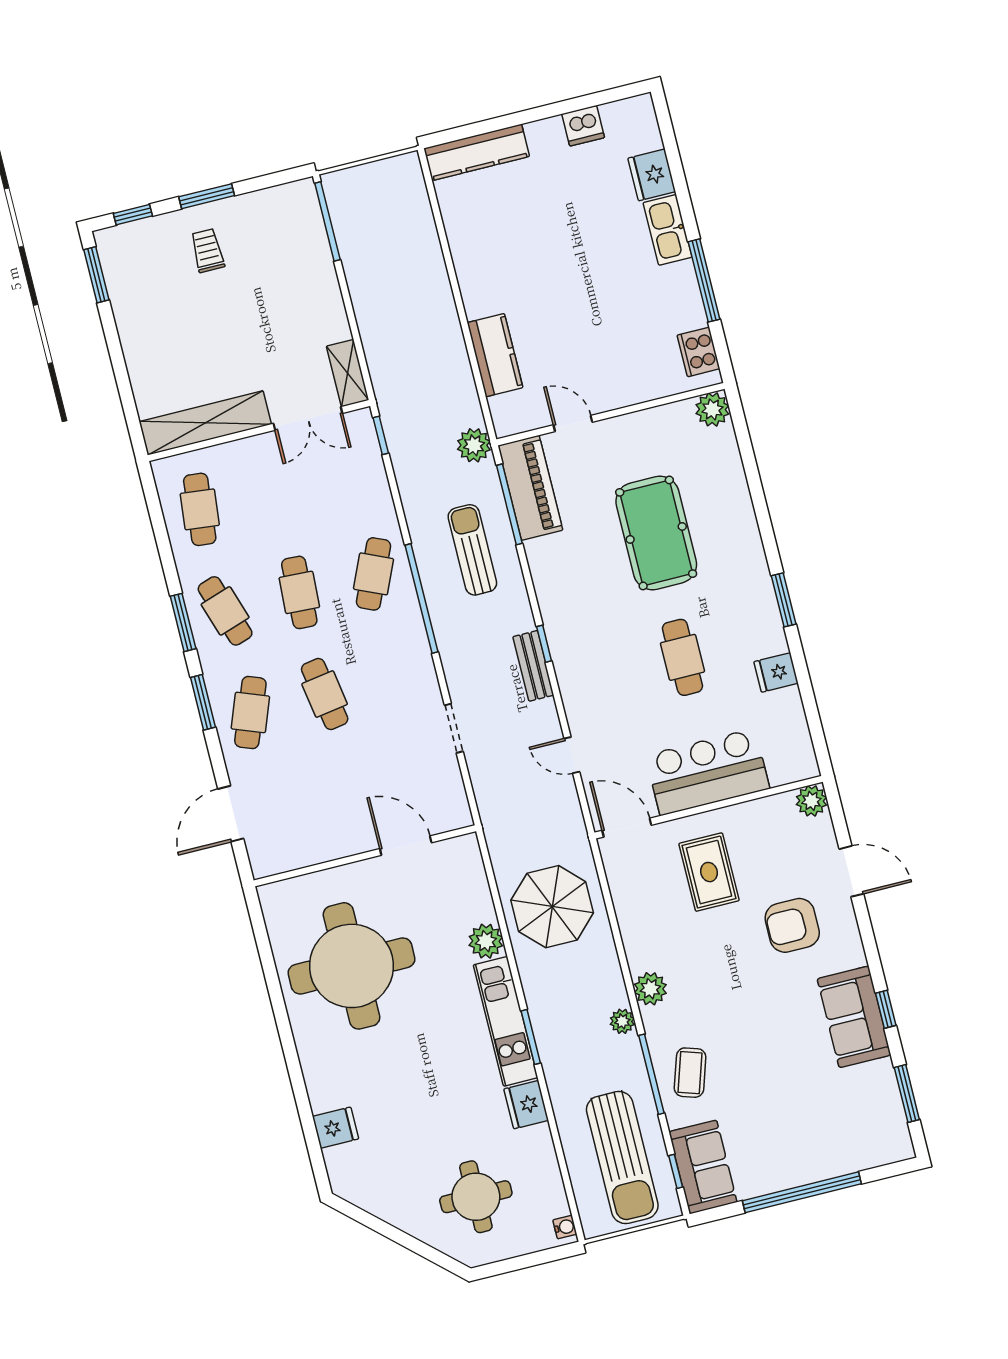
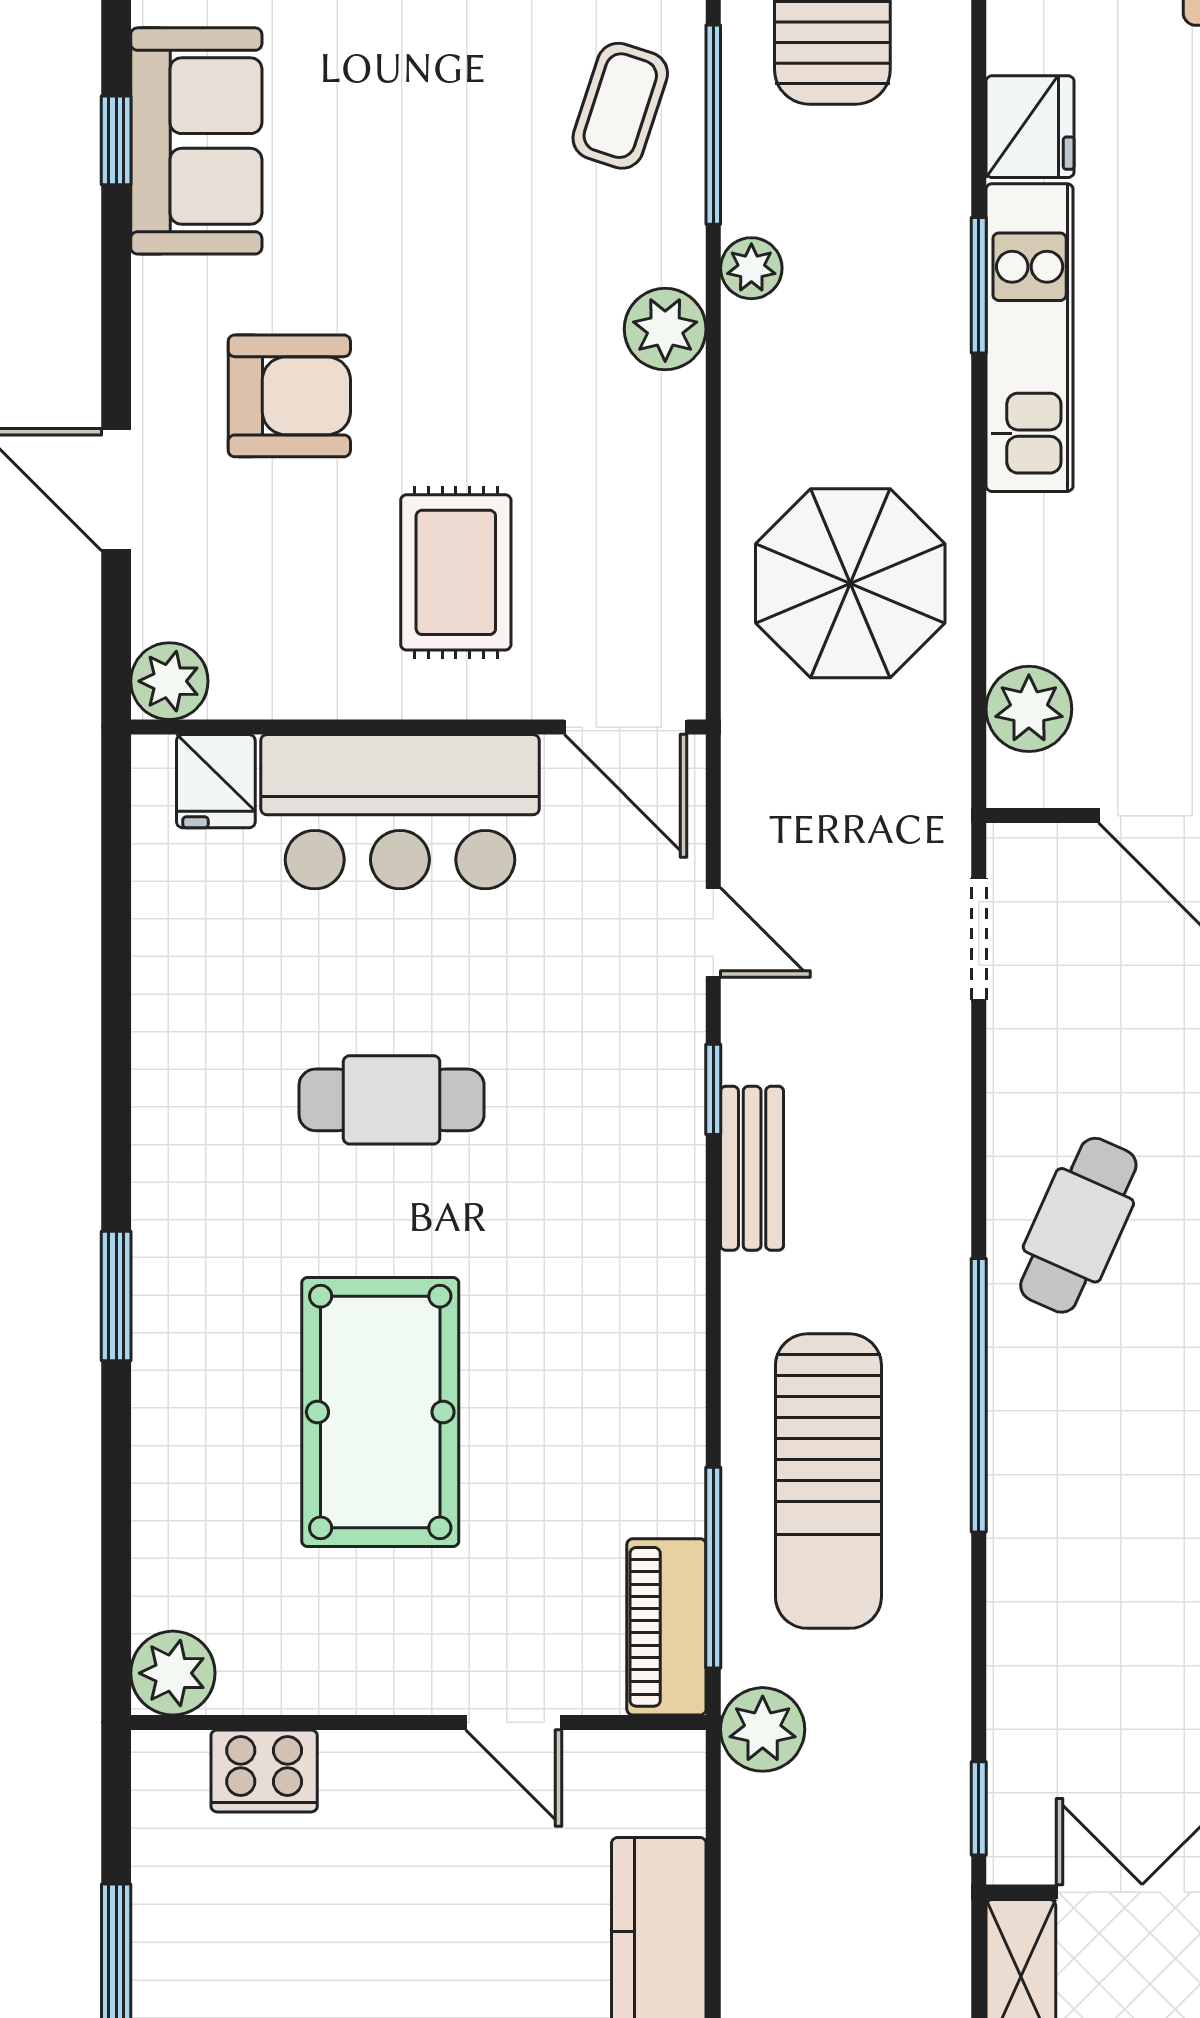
cooker: (698, 352) -> (264, 1771), moved, turned 90
piano: (530, 488) -> (666, 1627), width x0.73, depth x0.75
sun lounger: (472, 550) -> (828, 1481), width x1.36, depth x1.34
cafe table: (374, 574) -> (1078, 1225), moved
window: (784, 600) -> (116, 1296), moved
window: (544, 644) -> (713, 1089), moved
cafe table: (682, 657) -> (392, 1100), turned 90
fridge: (776, 672) -> (216, 781), moved, turned 90
doorway: (454, 728) -> (979, 939), moved
plant: (486, 941) -> (1029, 709), moved

